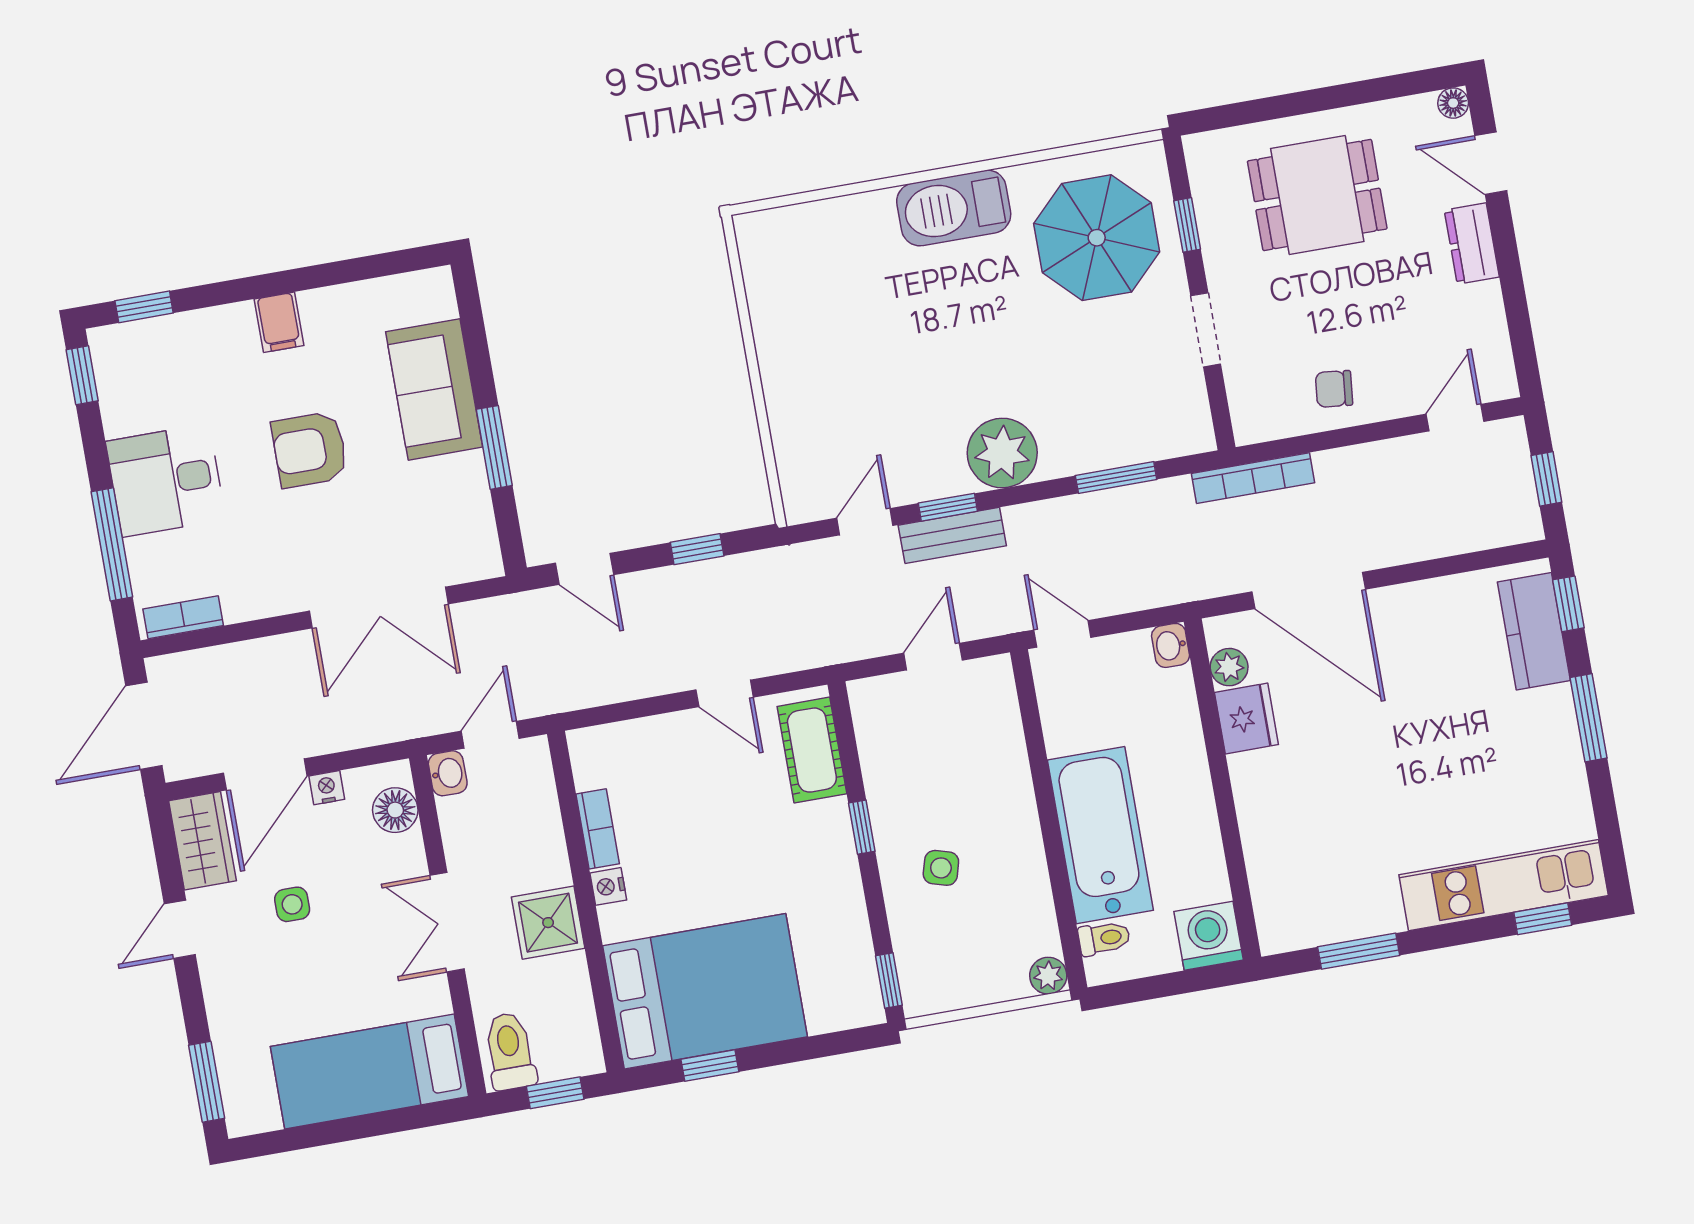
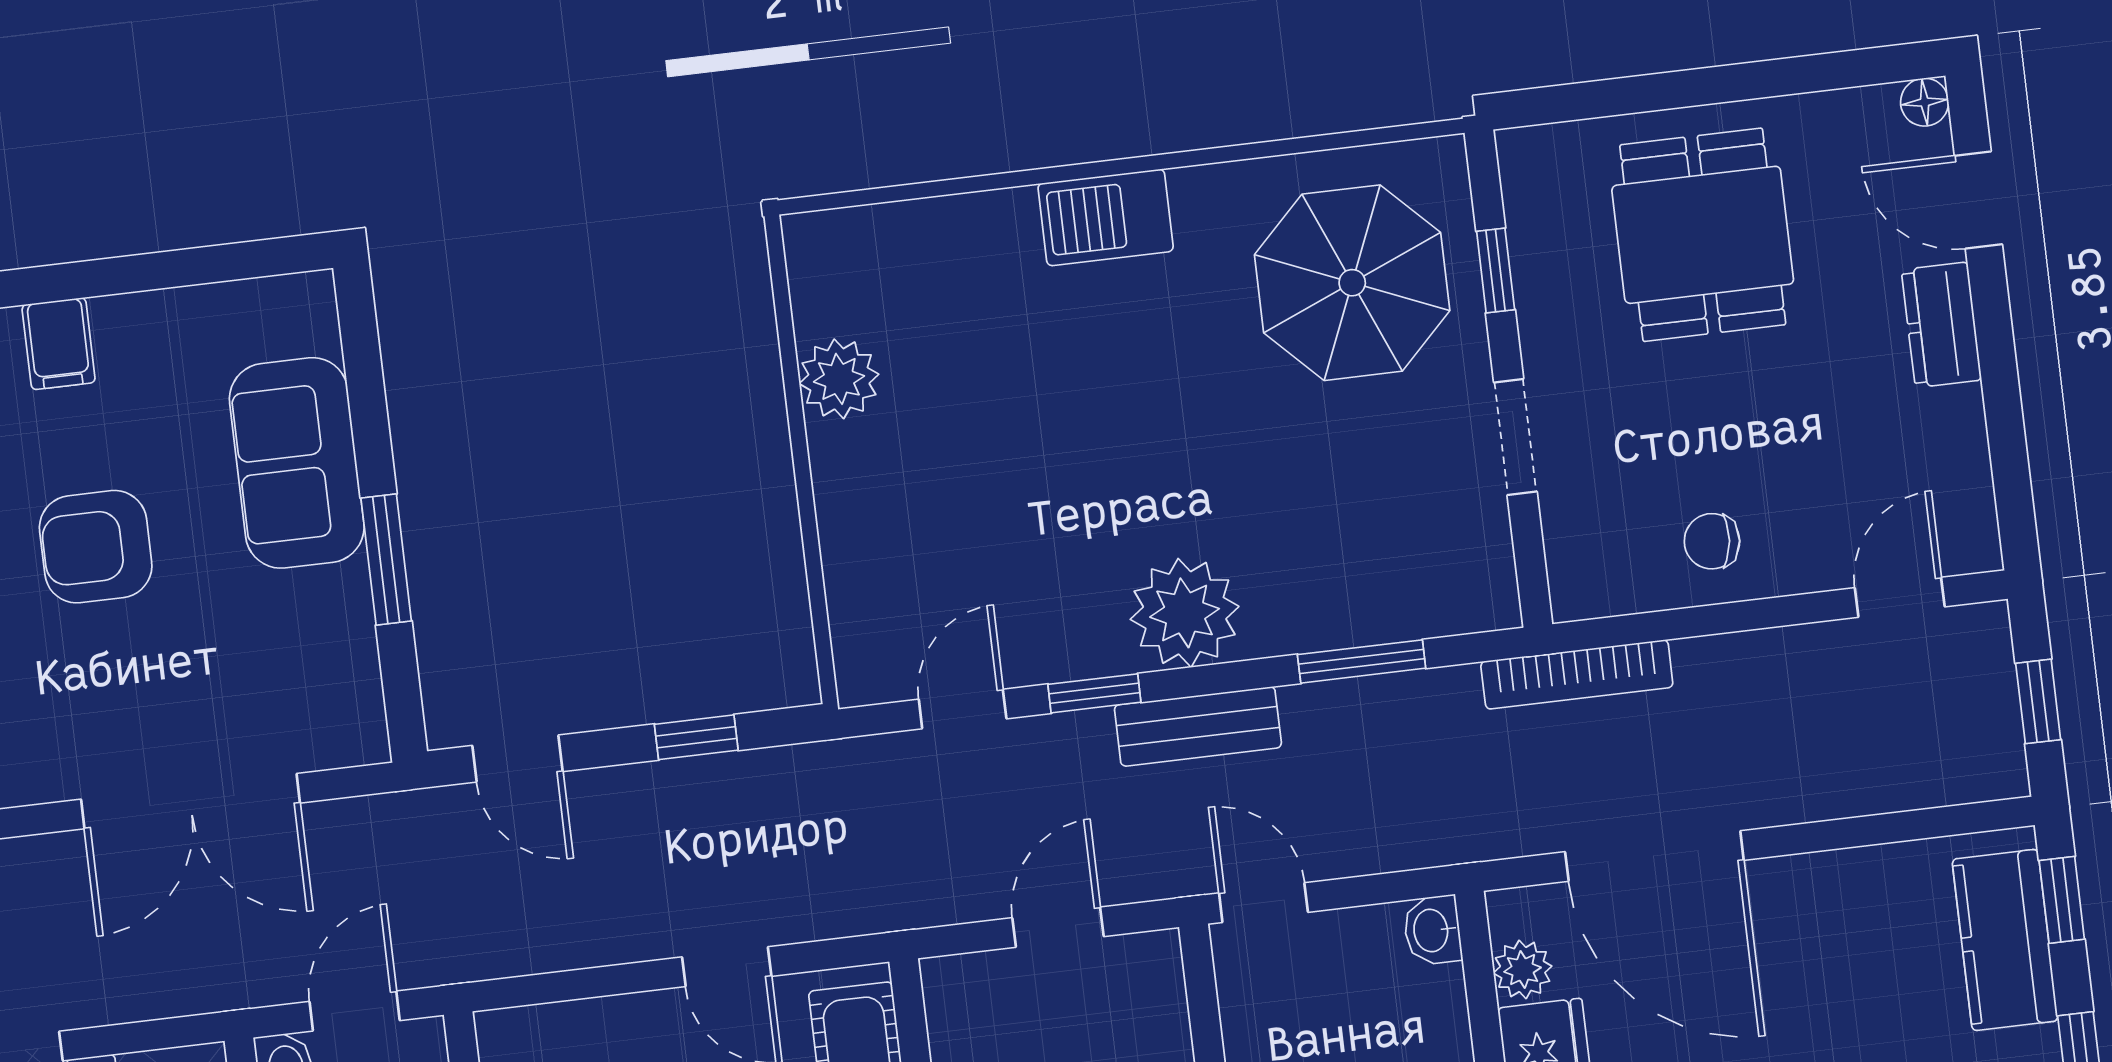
dining table: (1317, 195) -> (1703, 235), turned 90
barbecue: (954, 208) -> (1106, 217), width x0.73, depth x0.83
plant: (775, 317) -> (839, 379), added
bench: (952, 535) -> (1198, 726), moved

